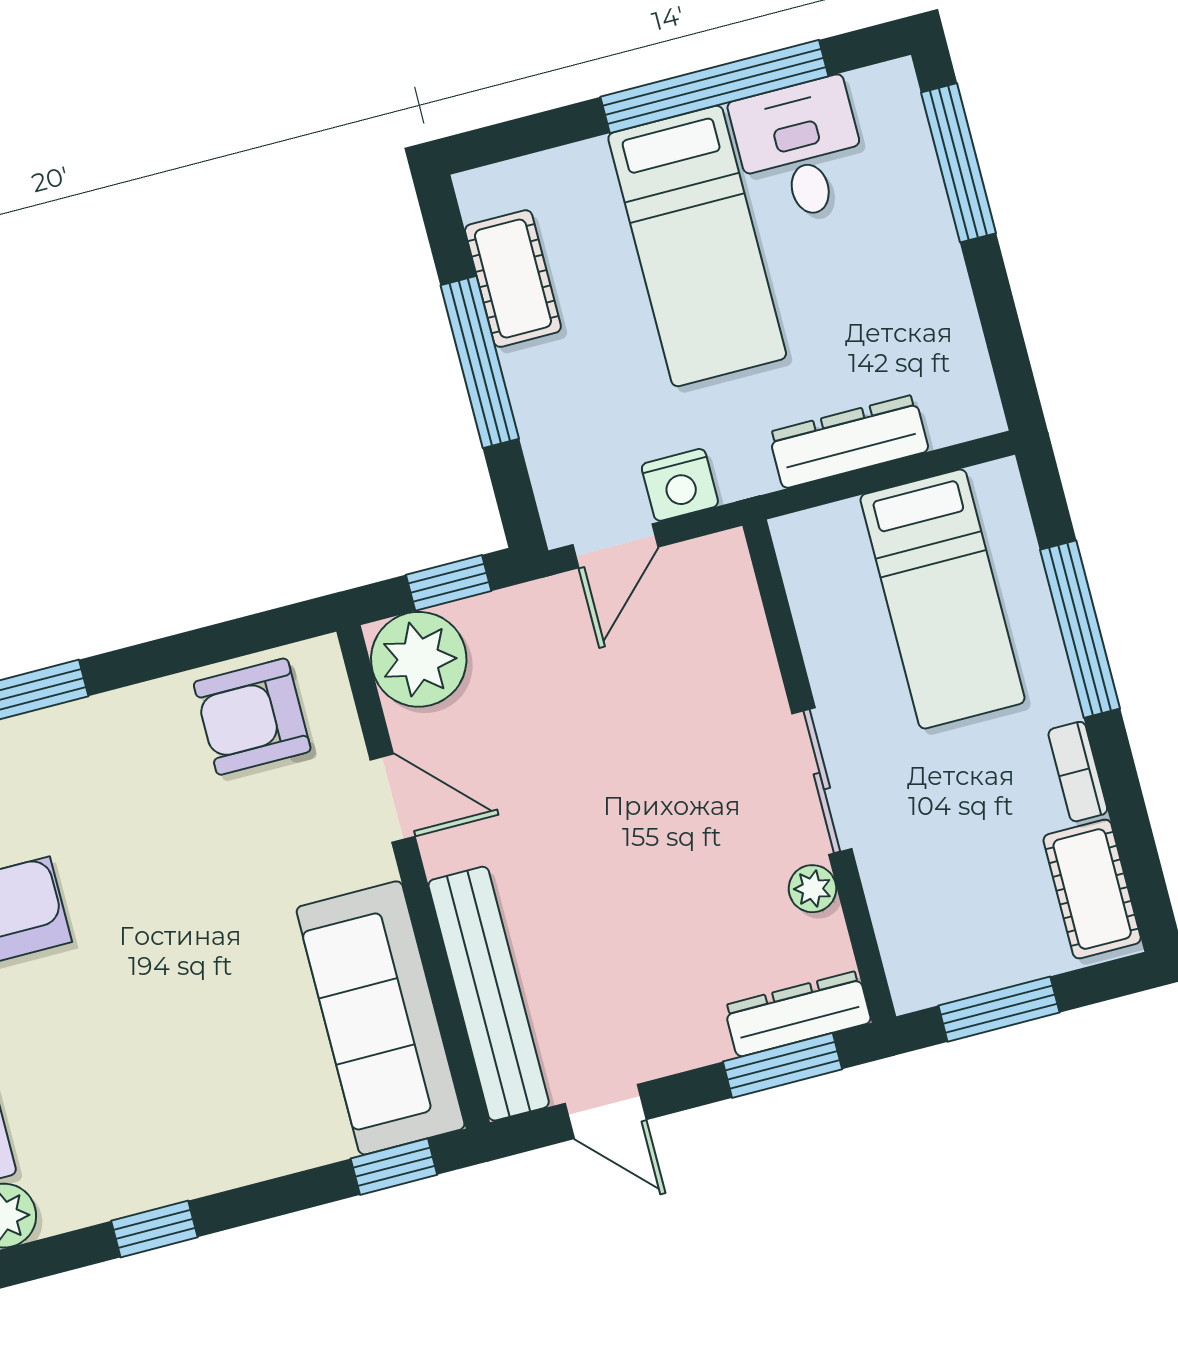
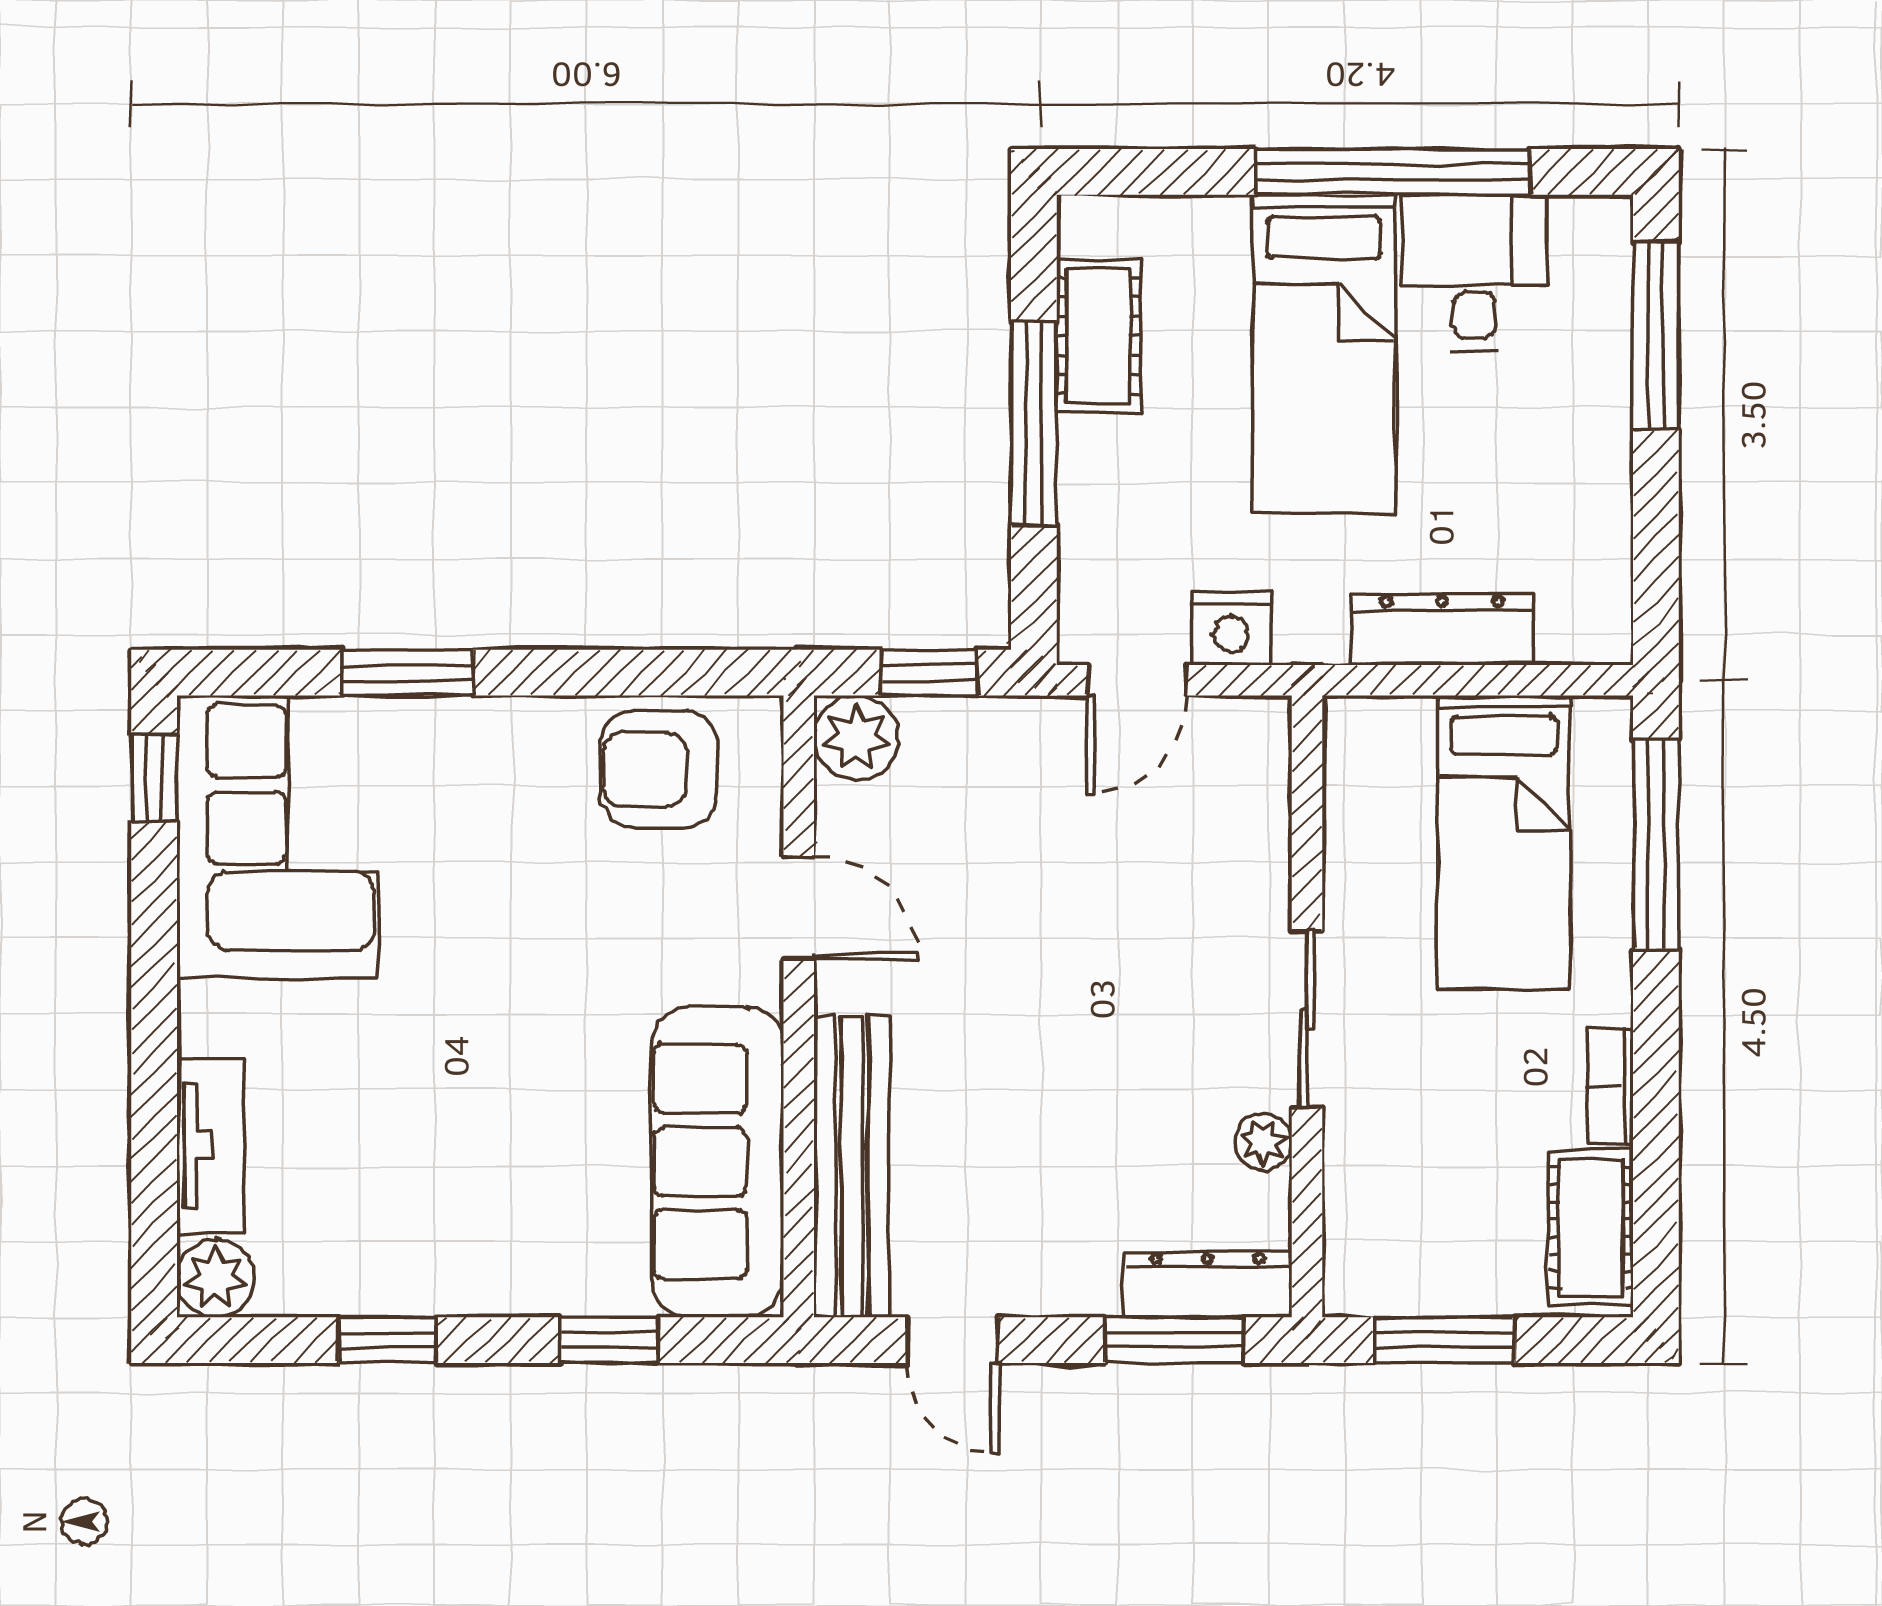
window: (1080, 629) -> (1656, 845), moved
plant: (419, 659) -> (856, 738), width x0.73, depth x0.73
window: (394, 1167) -> (609, 1340), moved

